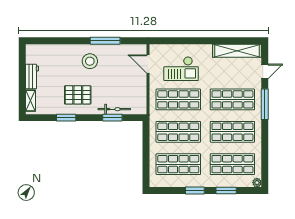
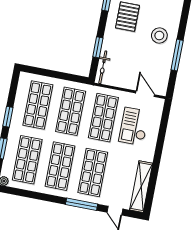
door: (148, 64) -> (145, 94), hinge flipped
bicycle: (114, 109) -> (103, 67), moved

